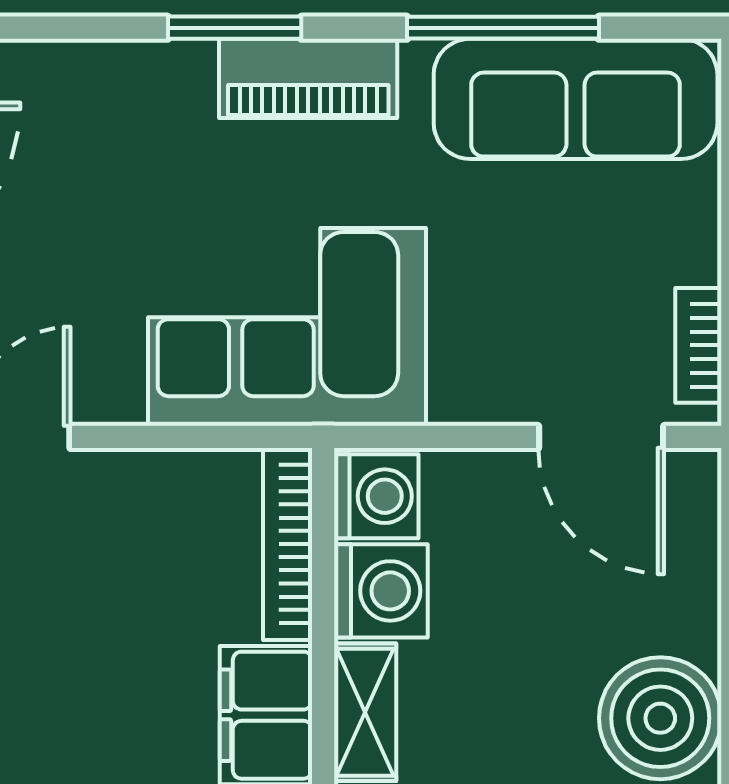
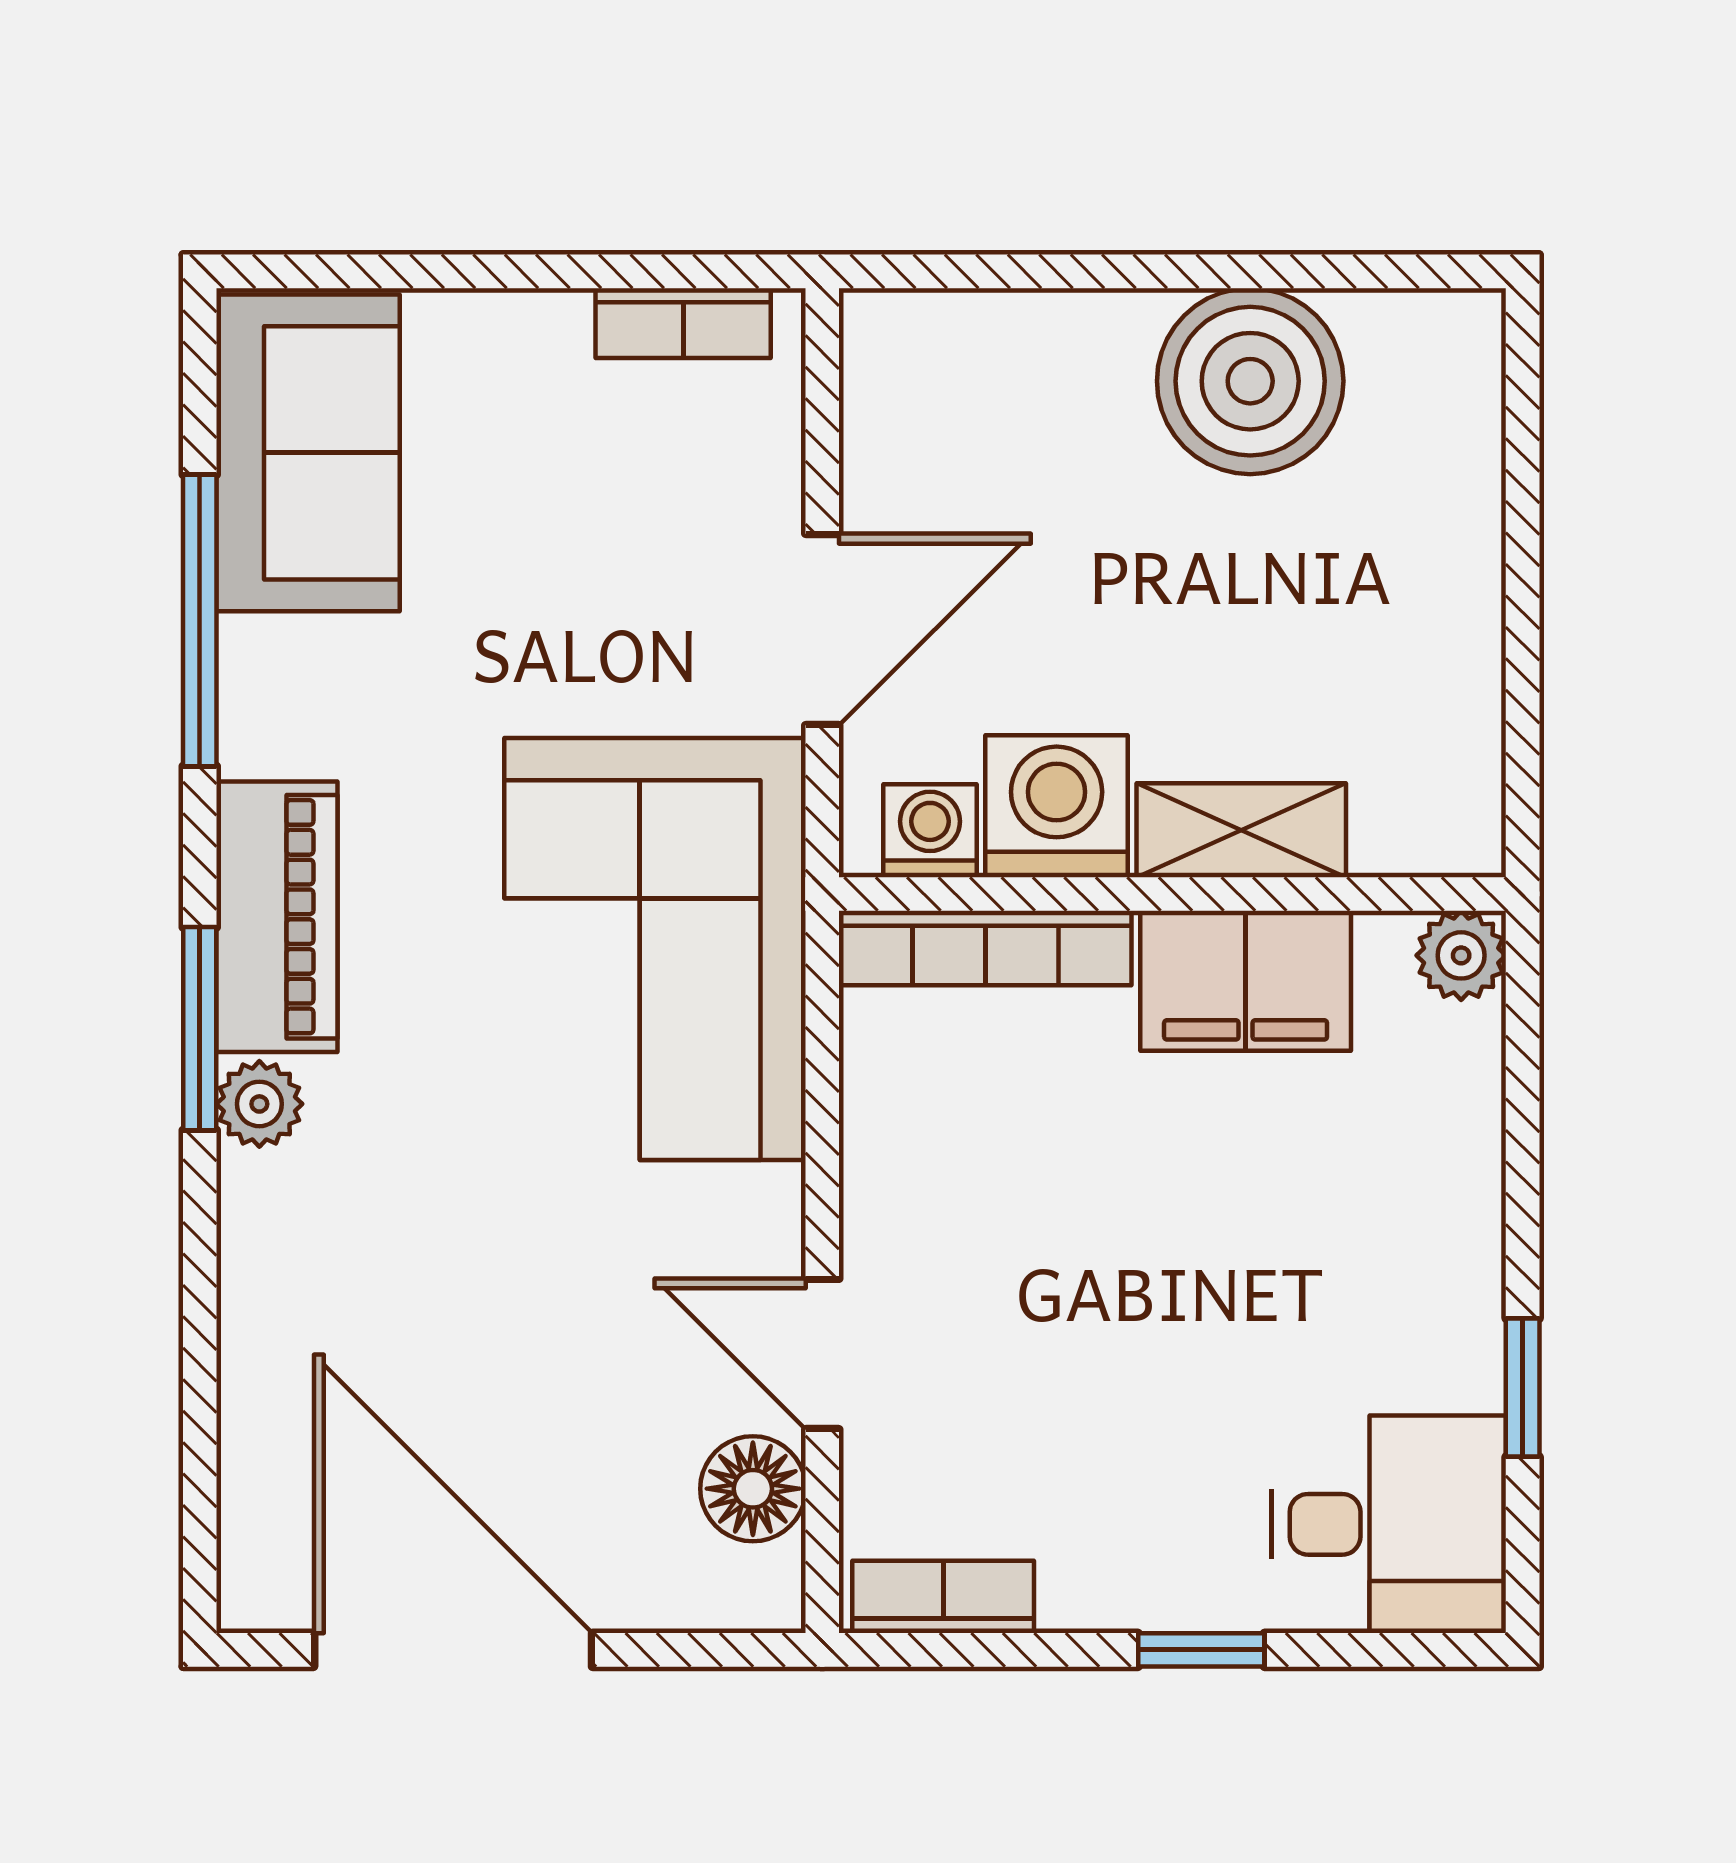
plant: (185, 67) -> (259, 1104), added
sofa: (576, 99) -> (308, 453), width x0.73
door: (601, 437) -> (822, 630), moved
washing machine: (376, 496) -> (930, 831), width x0.73, depth x0.73

